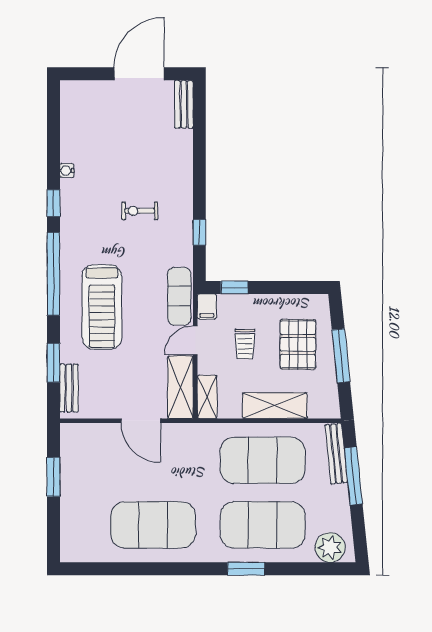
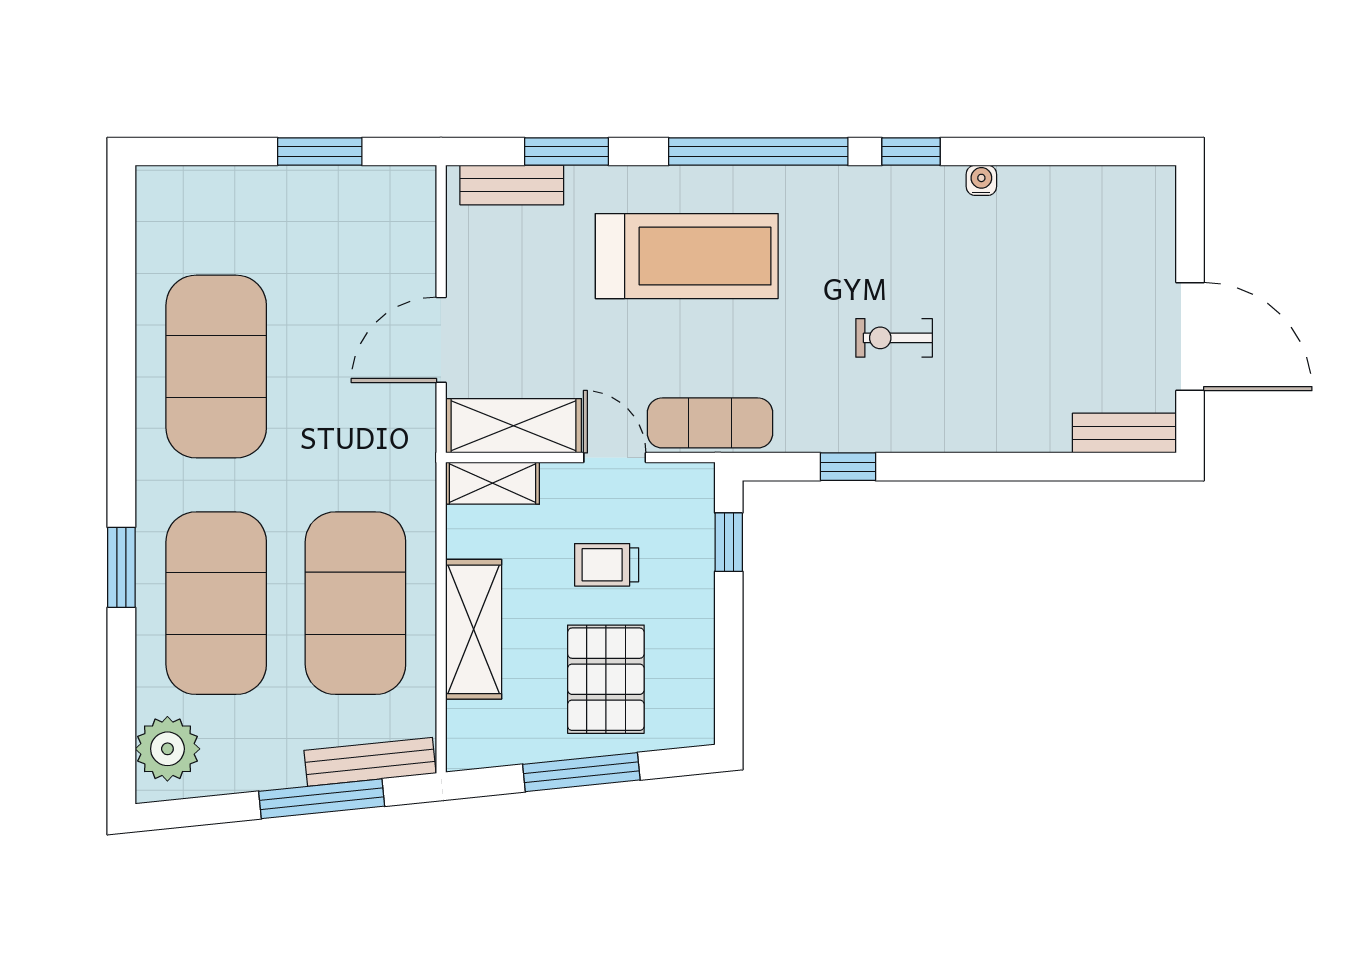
exercise bike: (140, 211) -> (894, 338), turned -90
filing cabinet: (207, 306) -> (688, 483), removed
treadmill: (102, 307) -> (687, 256), turned 180
pallet: (298, 344) -> (606, 679), turned 90

